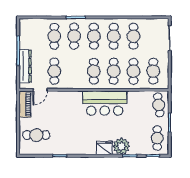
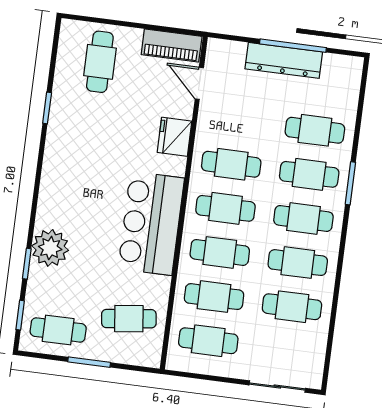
dresser: (25, 66) -> (284, 60), moved
cafe table: (54, 71) -> (231, 164), moved
cafe table: (159, 105) -> (129, 319), moved
fridge: (104, 148) -> (175, 137), moved, turned 180

